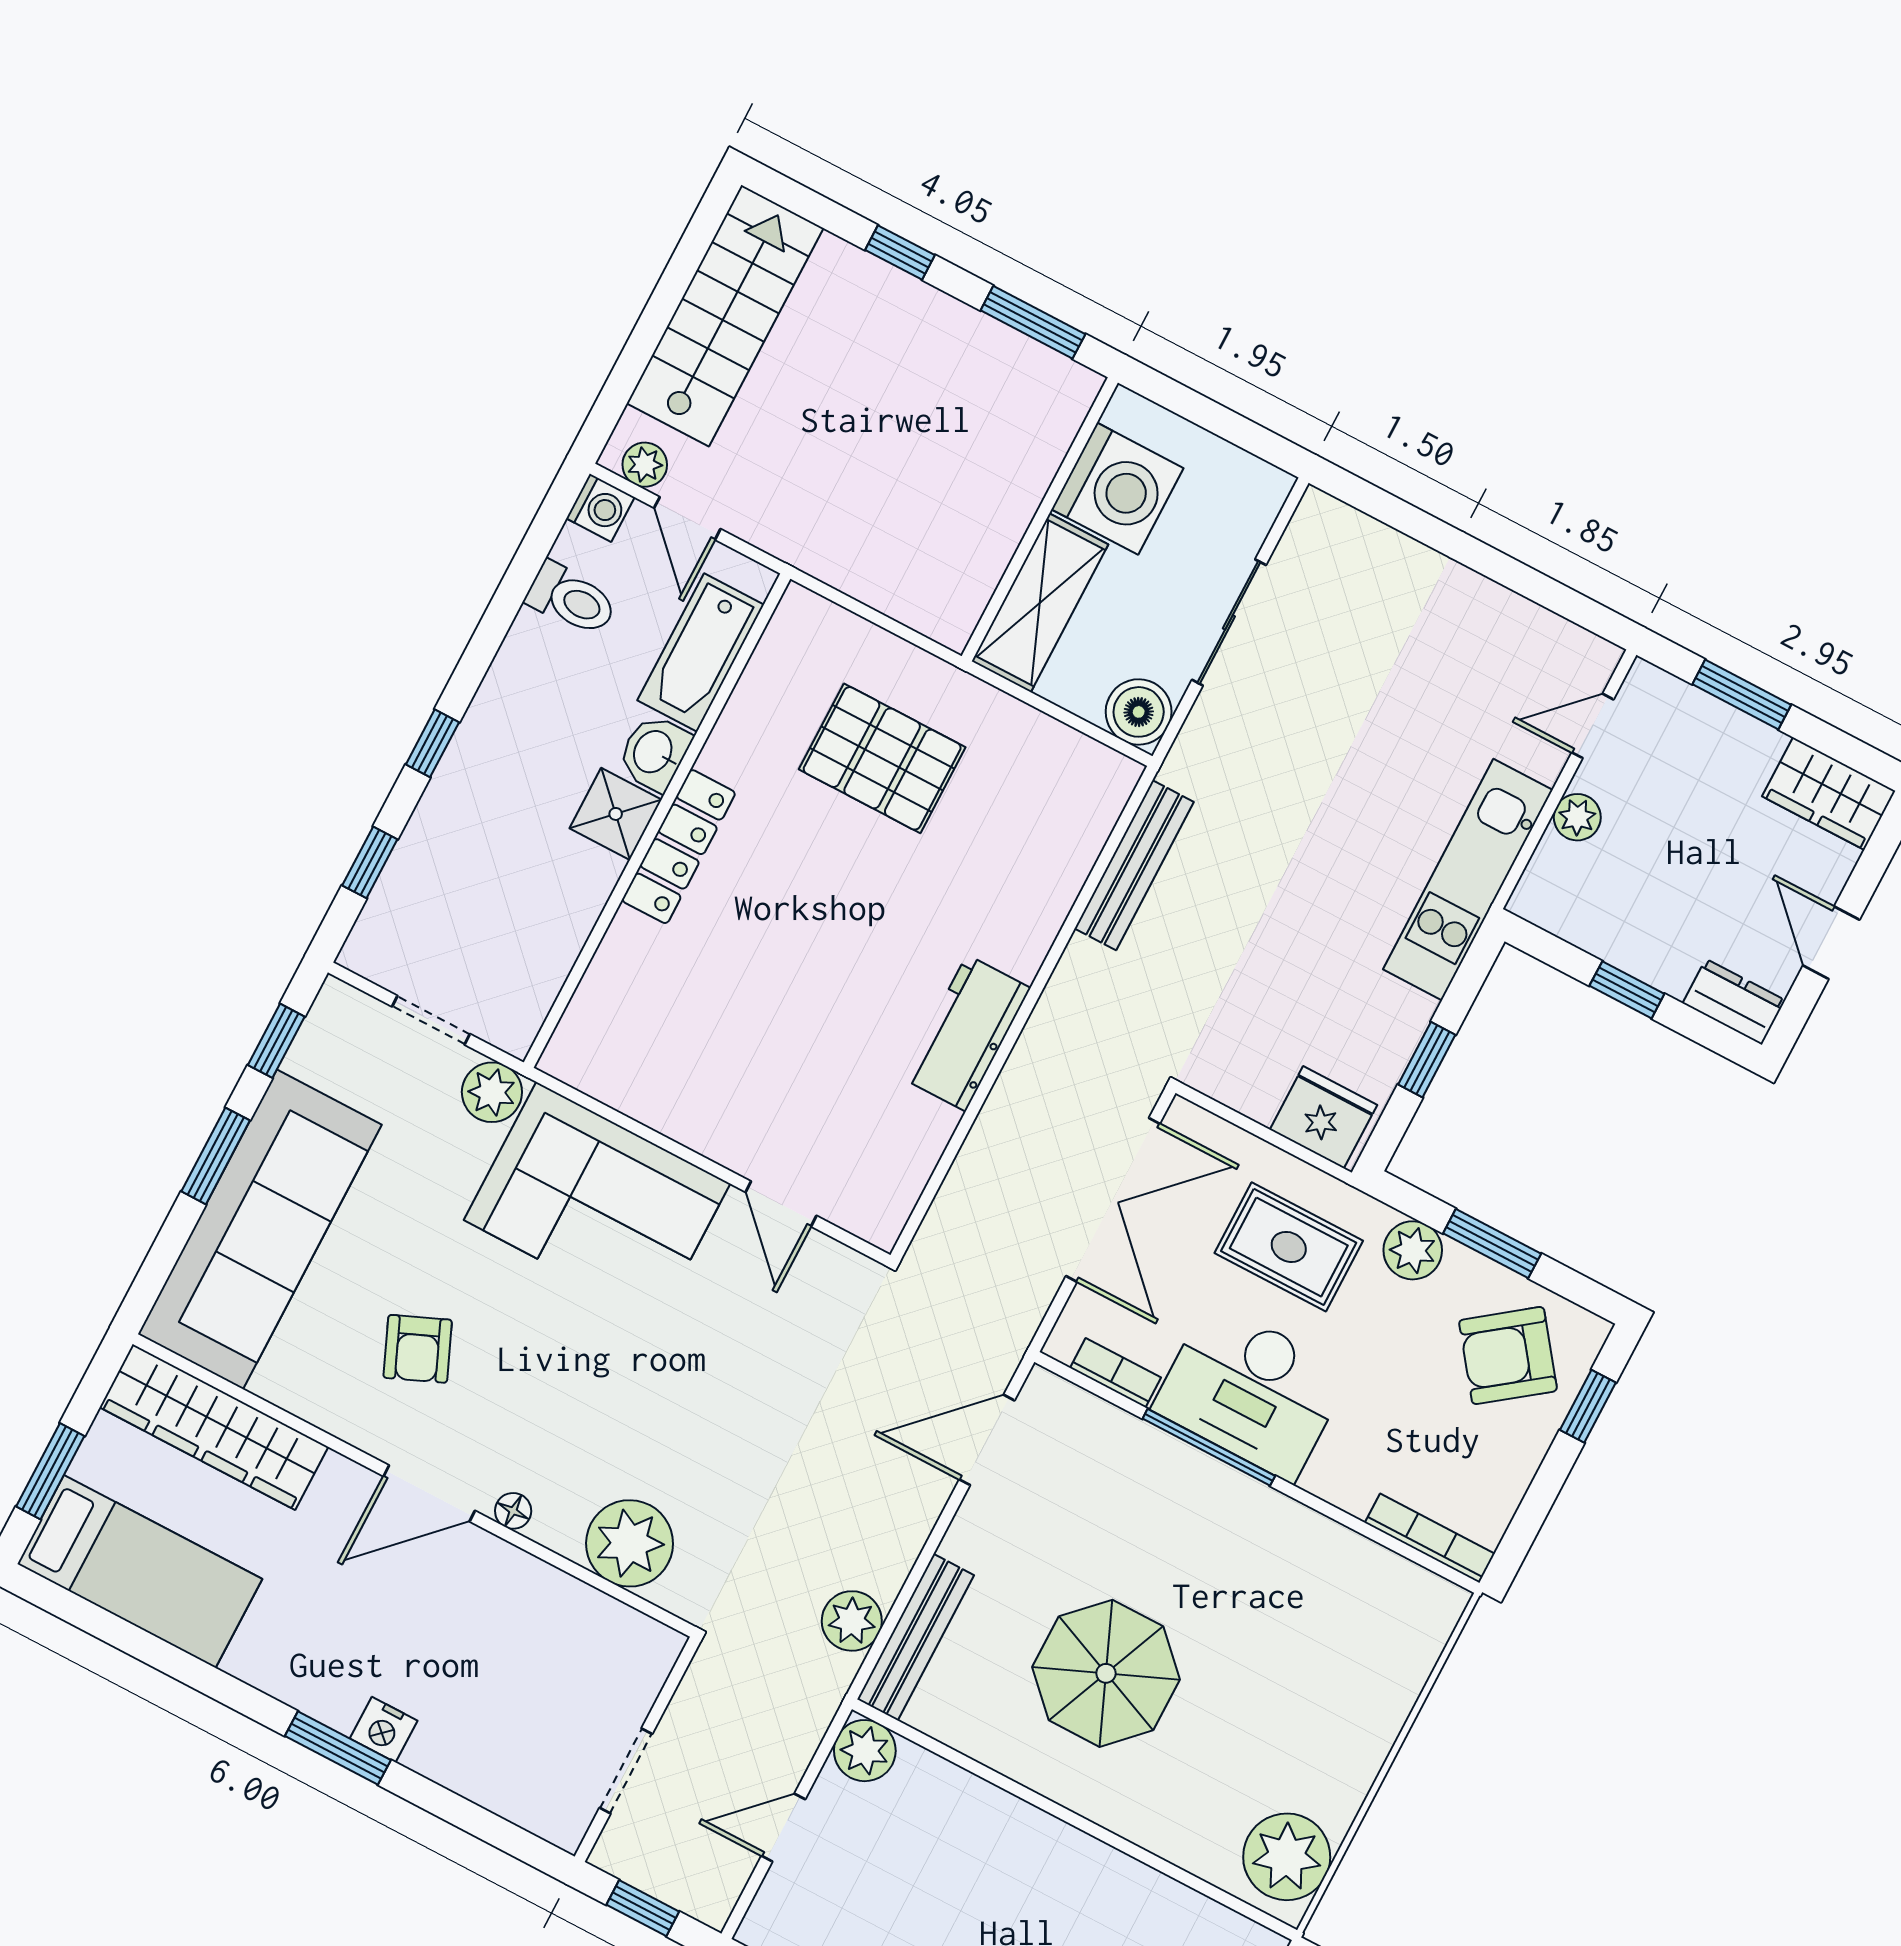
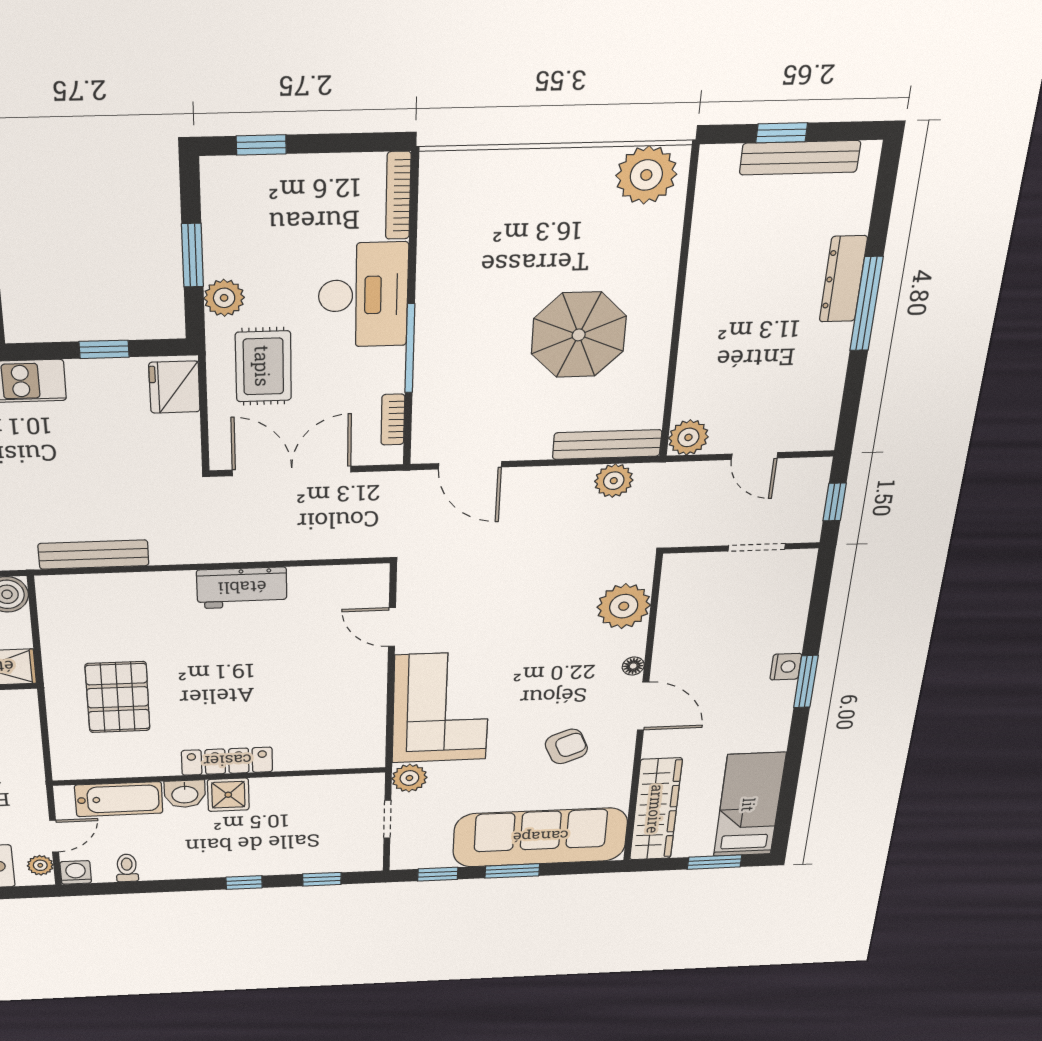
toilet: (571, 599) -> (127, 868), width x0.73, depth x0.72
door: (781, 1204) -> (392, 627), swing flipped
armchair: (1508, 1356) -> (257, 210), removed
desk: (1251, 1391) -> (363, 295), moved

